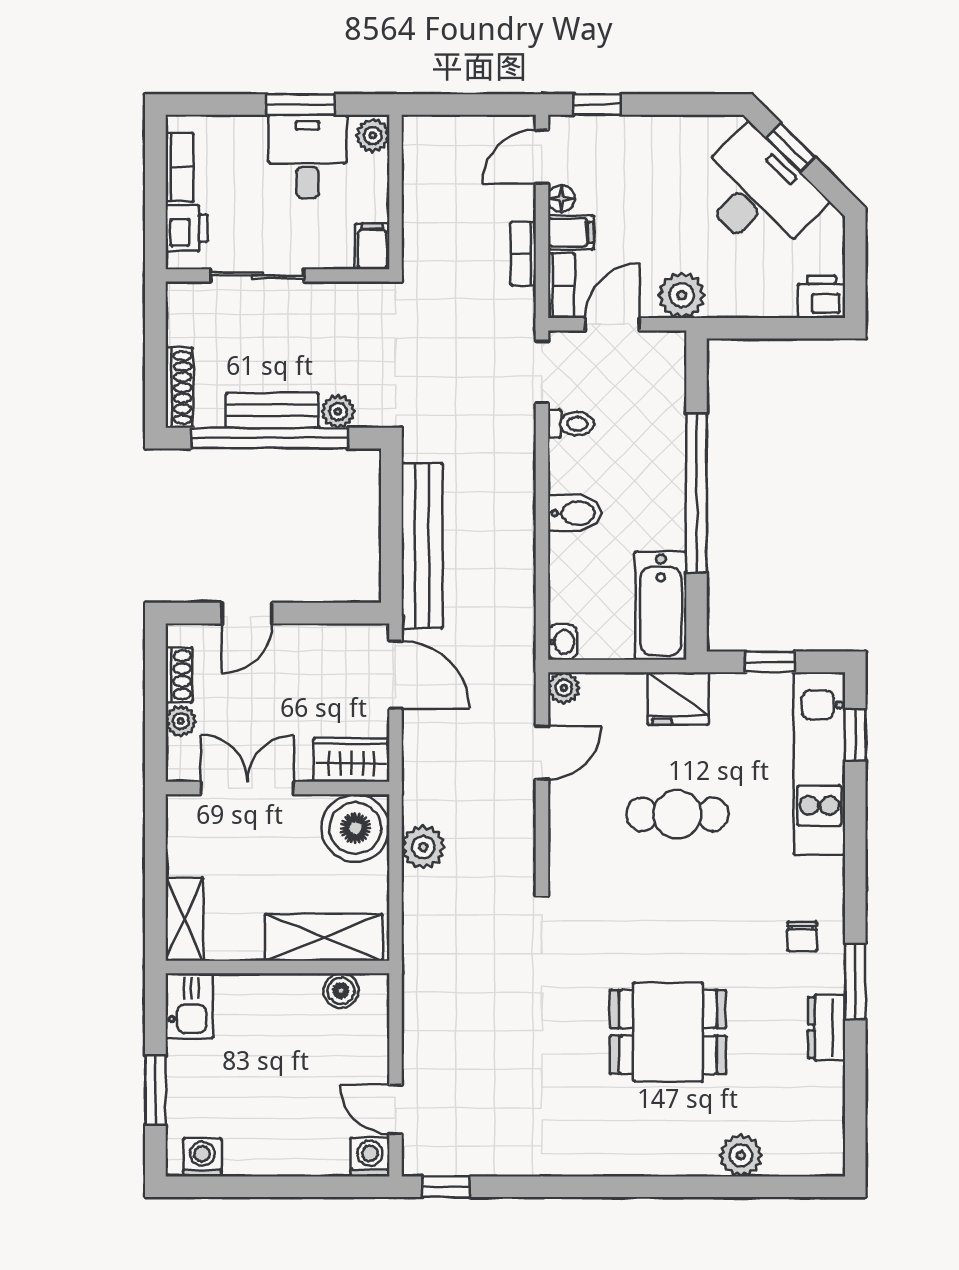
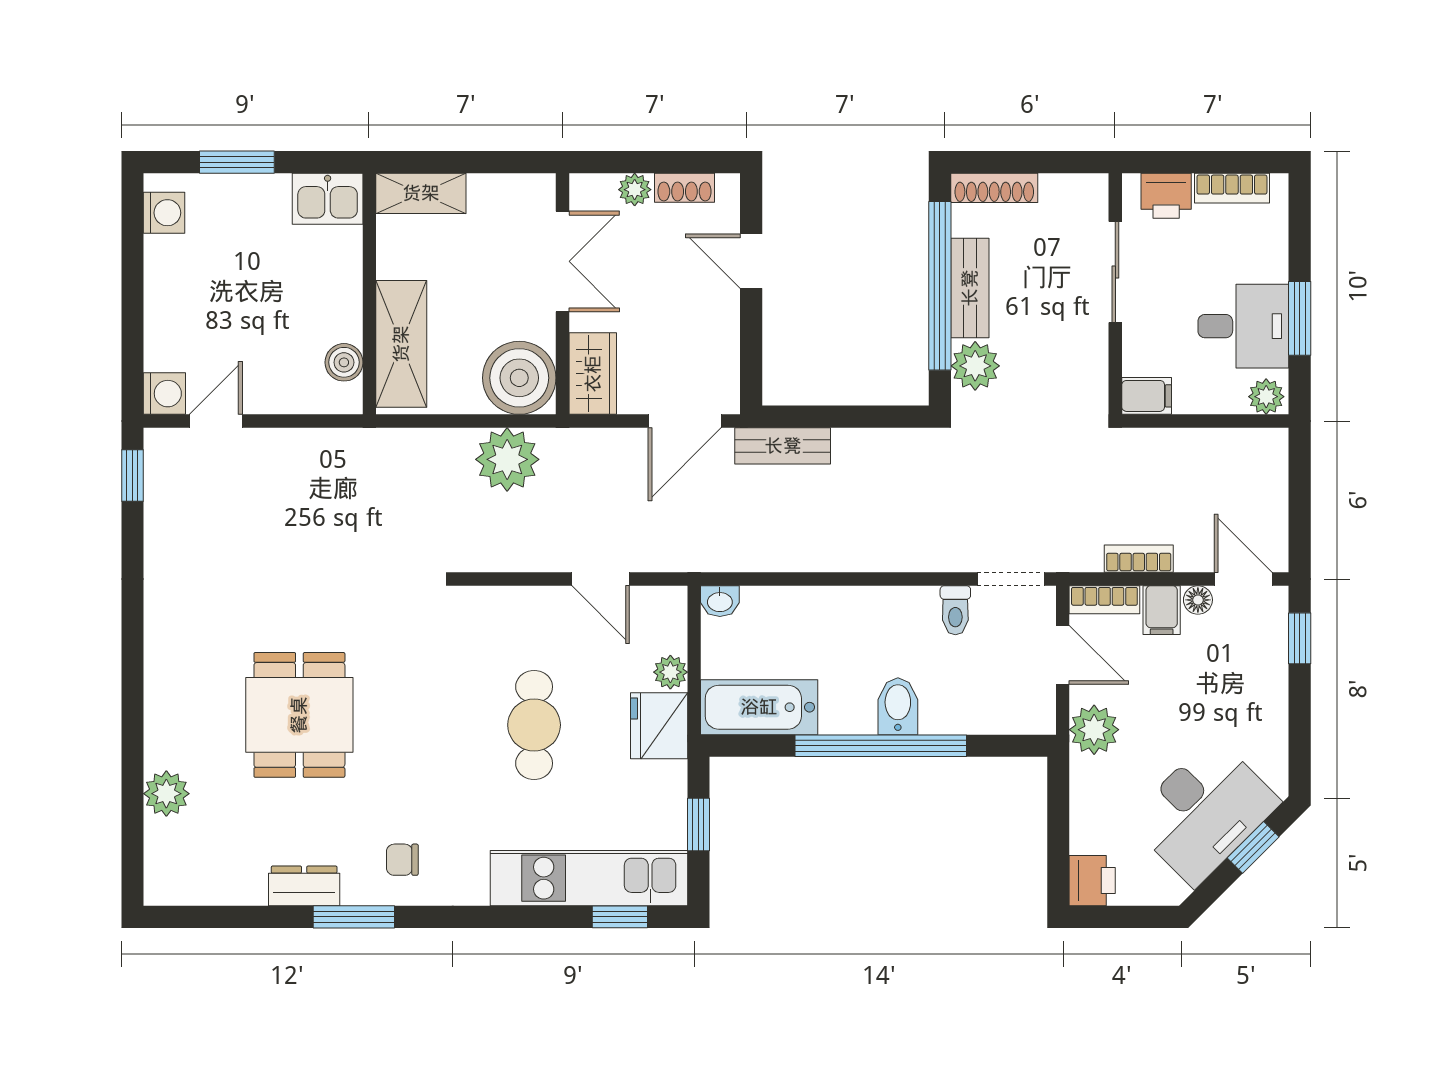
plant: (338, 411) -> (975, 366), width x1.38, depth x1.38
bidet: (574, 513) -> (898, 706), moved, turned 180
bench: (422, 546) -> (783, 446), width x0.54, depth x0.82
plant: (564, 688) -> (670, 672), moved
plant: (423, 847) -> (507, 459), width x1.36, depth x1.36

